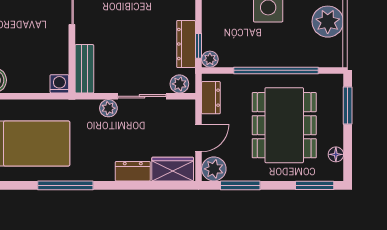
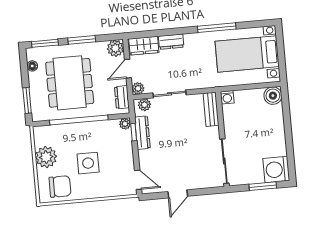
plant: (108, 108) -> (138, 88), moved
window: (240, 185) -> (82, 40), moved

